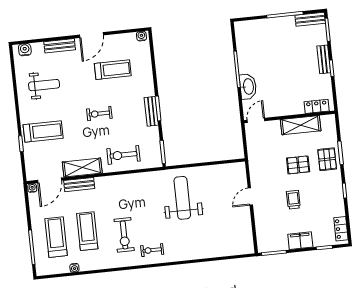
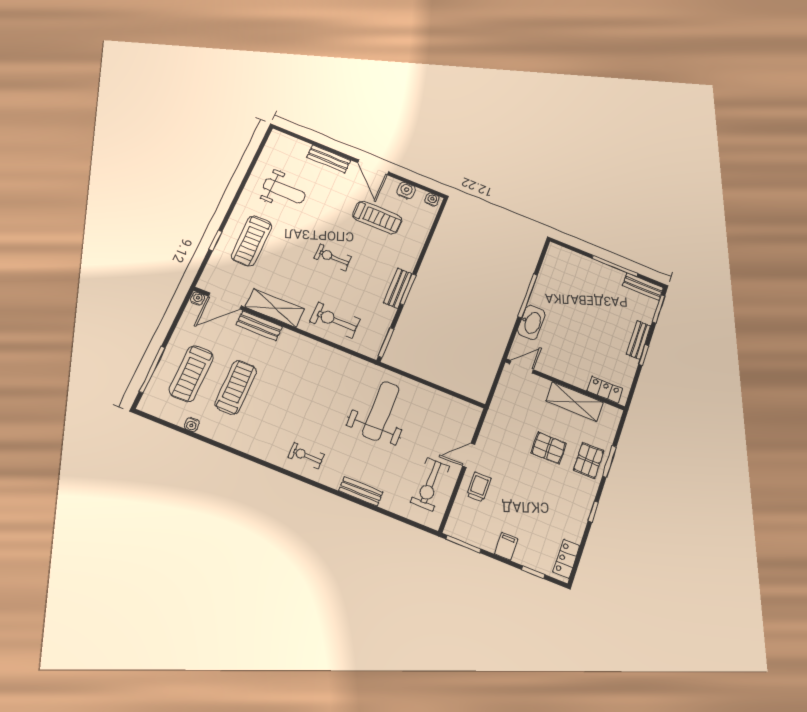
door: (91, 35) -> (373, 167), hinge flipped
water cooler: (25, 50) -> (406, 191), moved
treadmill: (43, 131) -> (252, 241), turned 90
trolley: (293, 200) -> (479, 487), moved
exercise bike: (124, 235) -> (430, 484), moved
treadmill: (56, 237) -> (191, 374), turned 180
filing cabinet: (300, 241) -> (506, 546), width x0.50
bench: (196, 254) -> (361, 491), added

